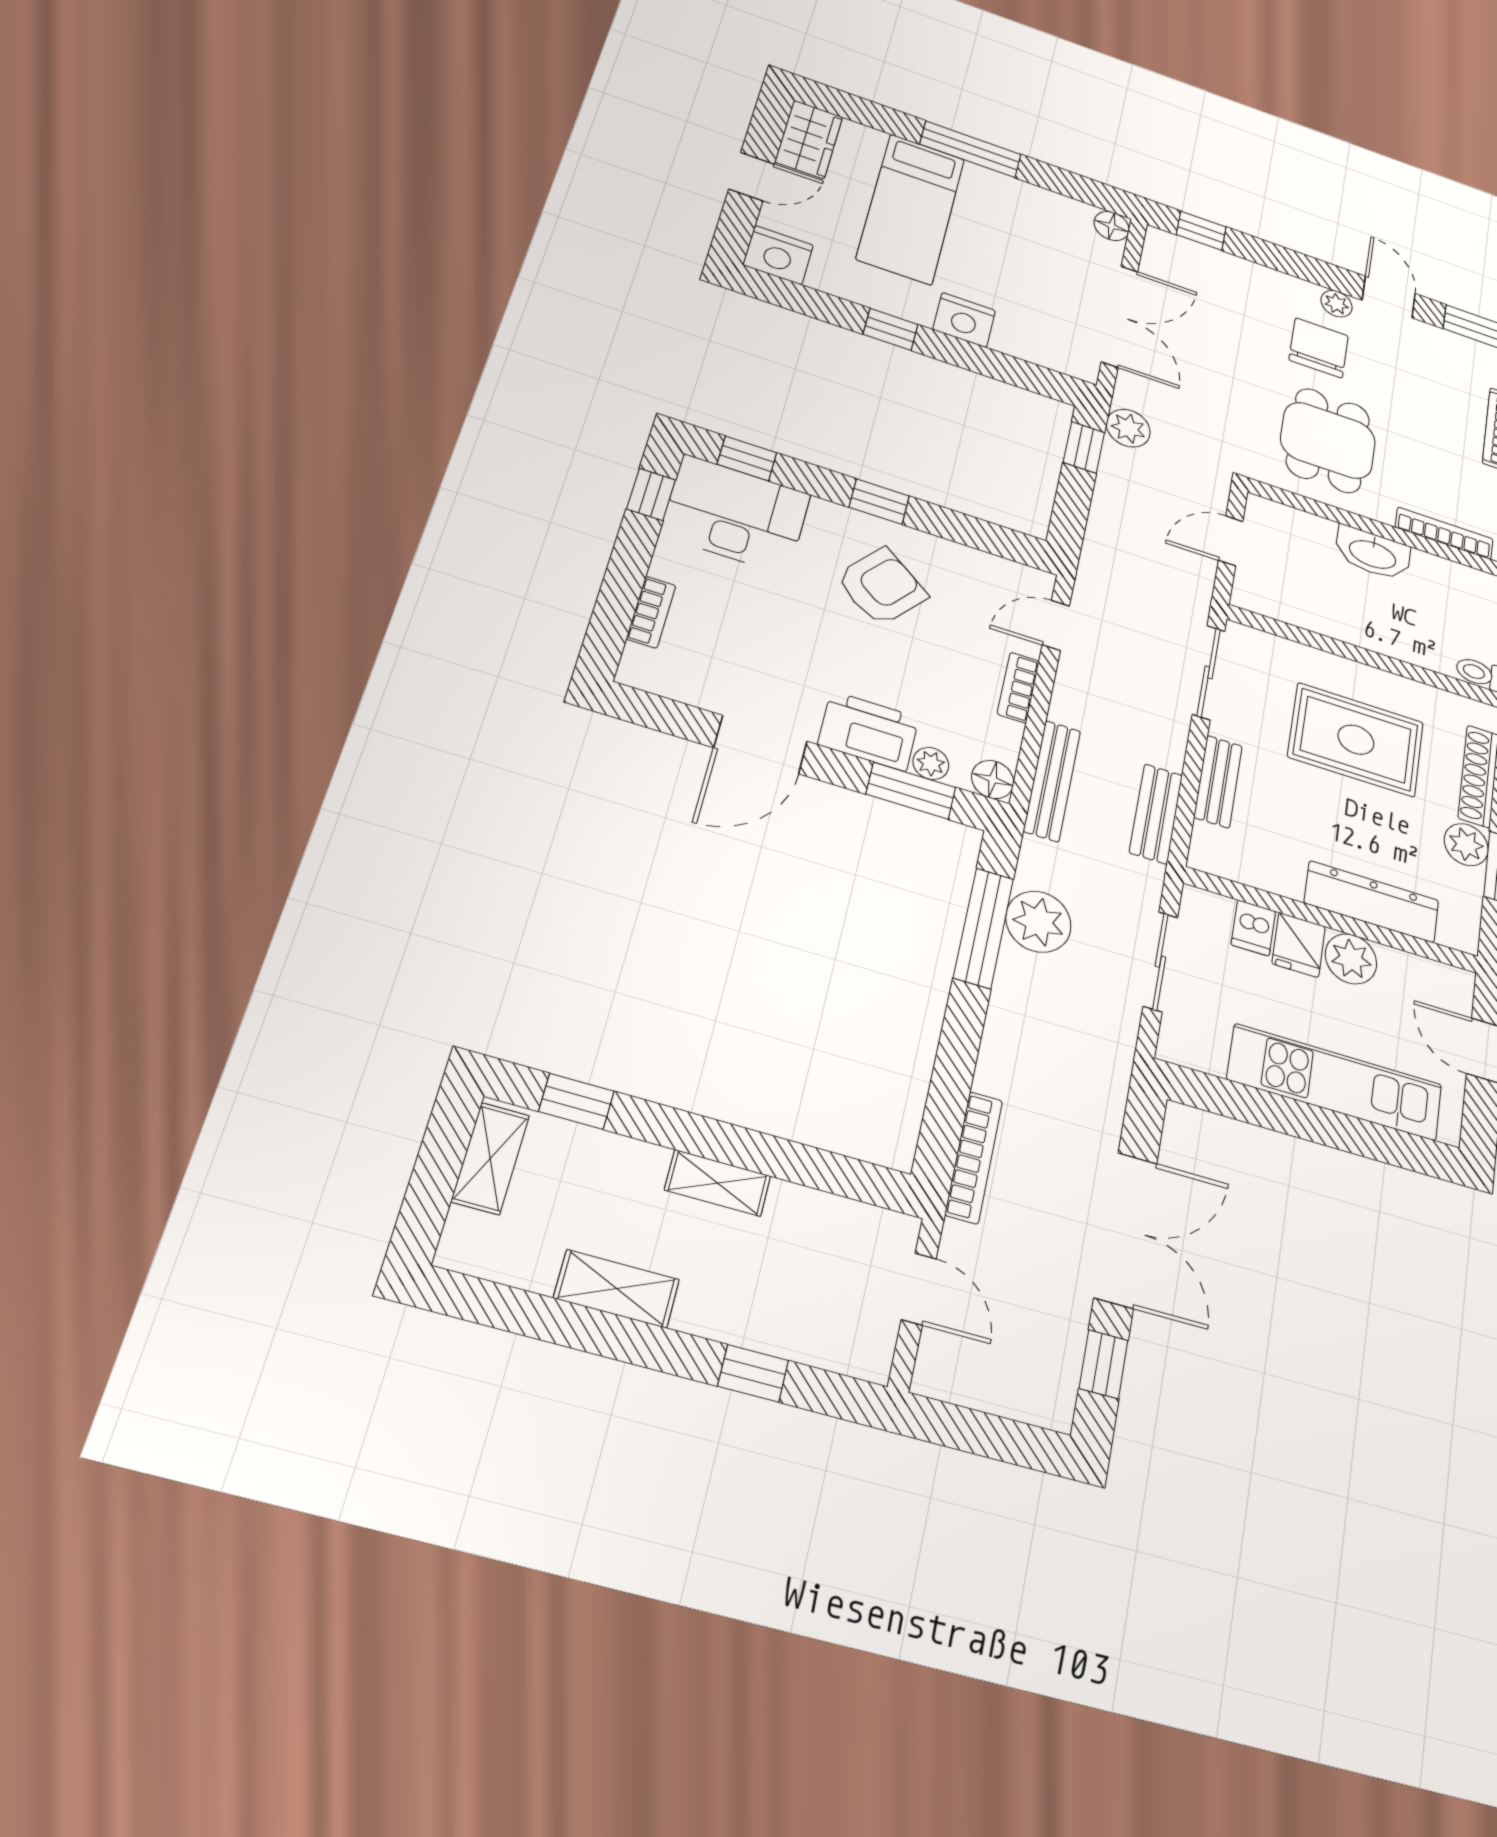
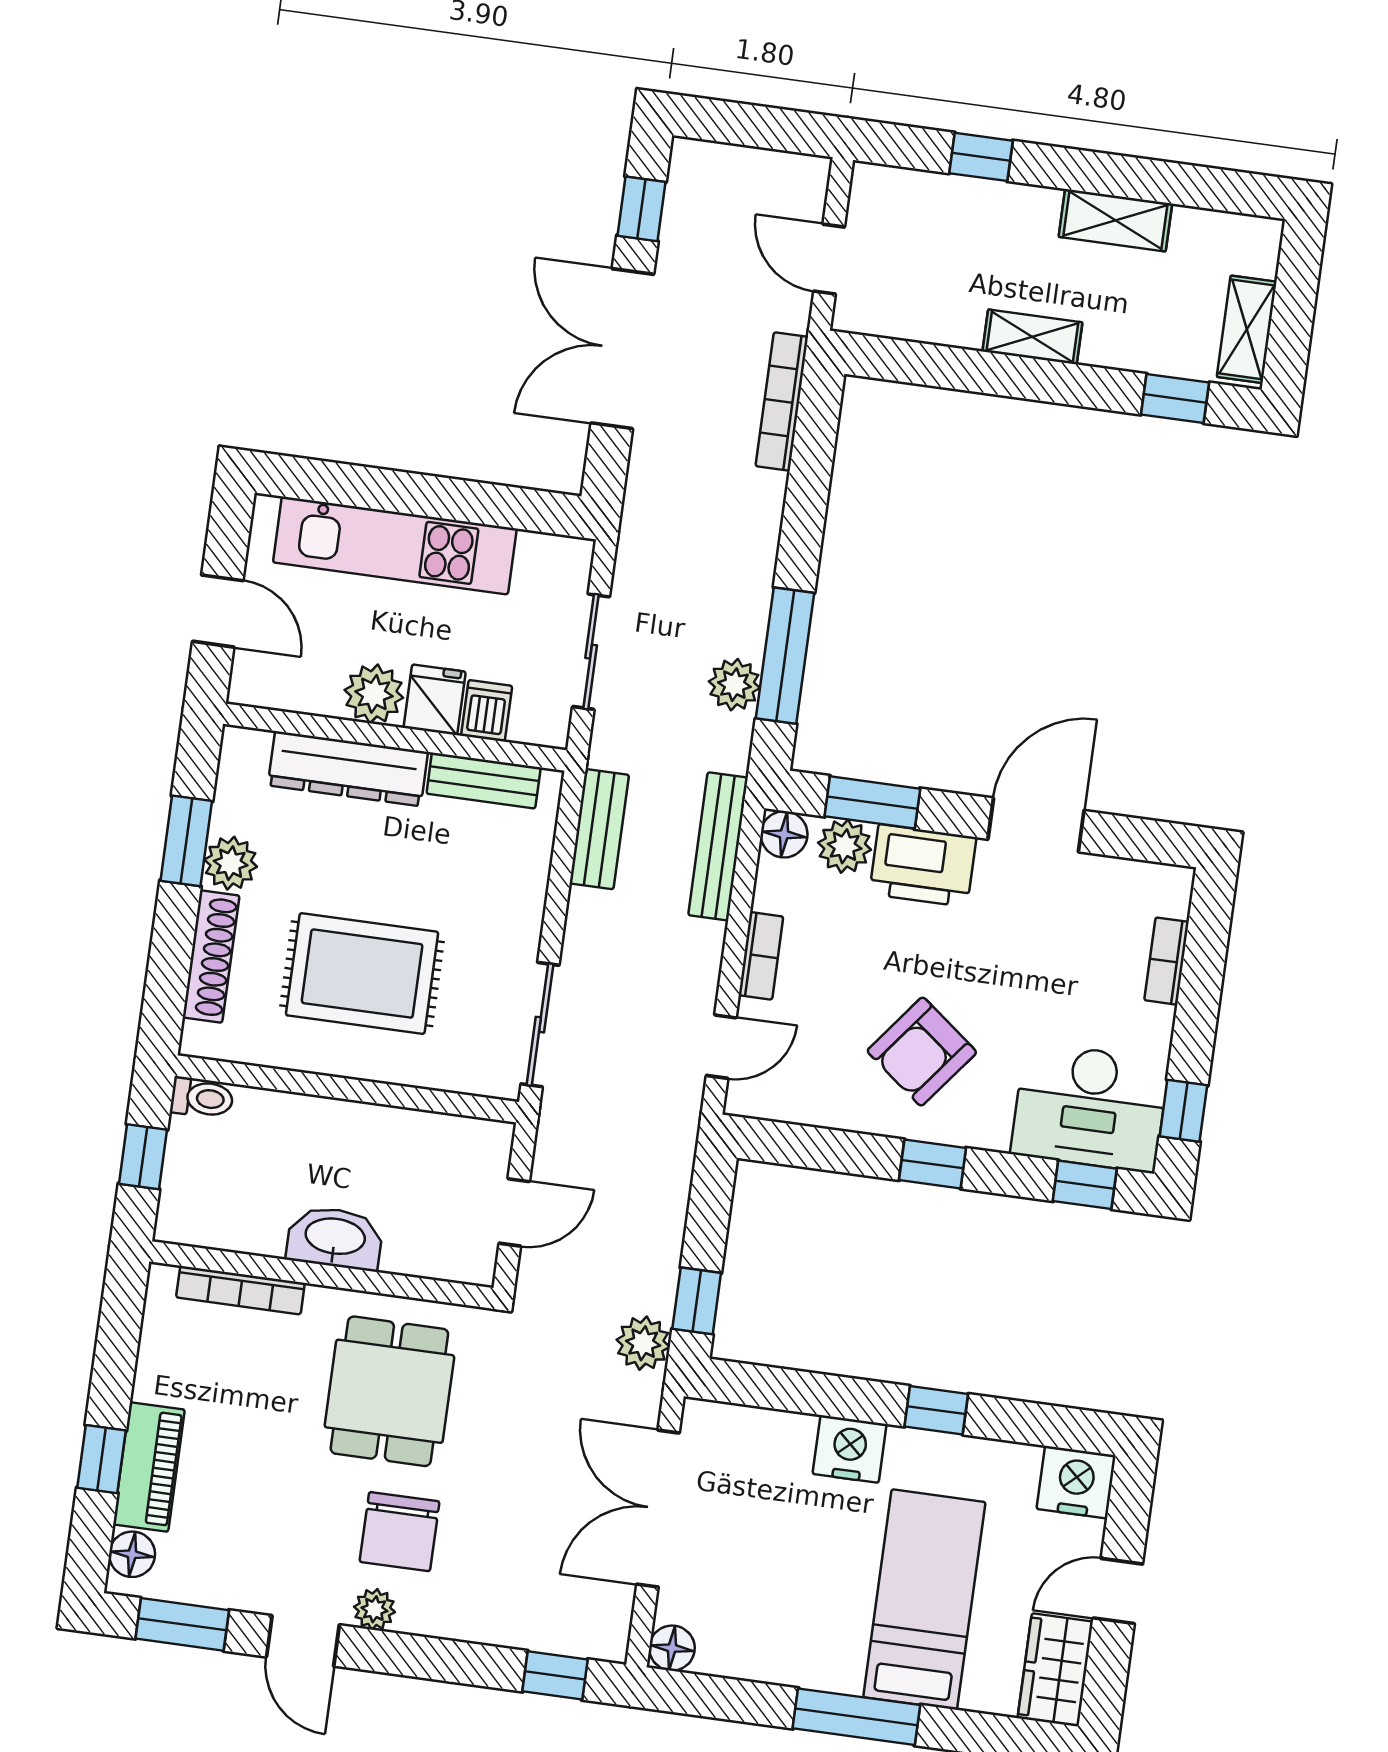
plant: (931, 763) -> (845, 846), width x1.38, depth x1.38
bench: (1218, 782) -> (484, 781), moved, turned 90
plant: (1038, 922) -> (734, 685), width x0.73, depth x0.73

